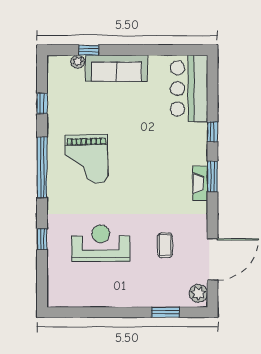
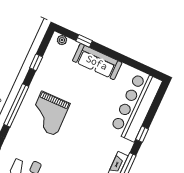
plant: (78, 62) -> (62, 40), moved
bar counter: (189, 88) -> (136, 106), width x1.36

